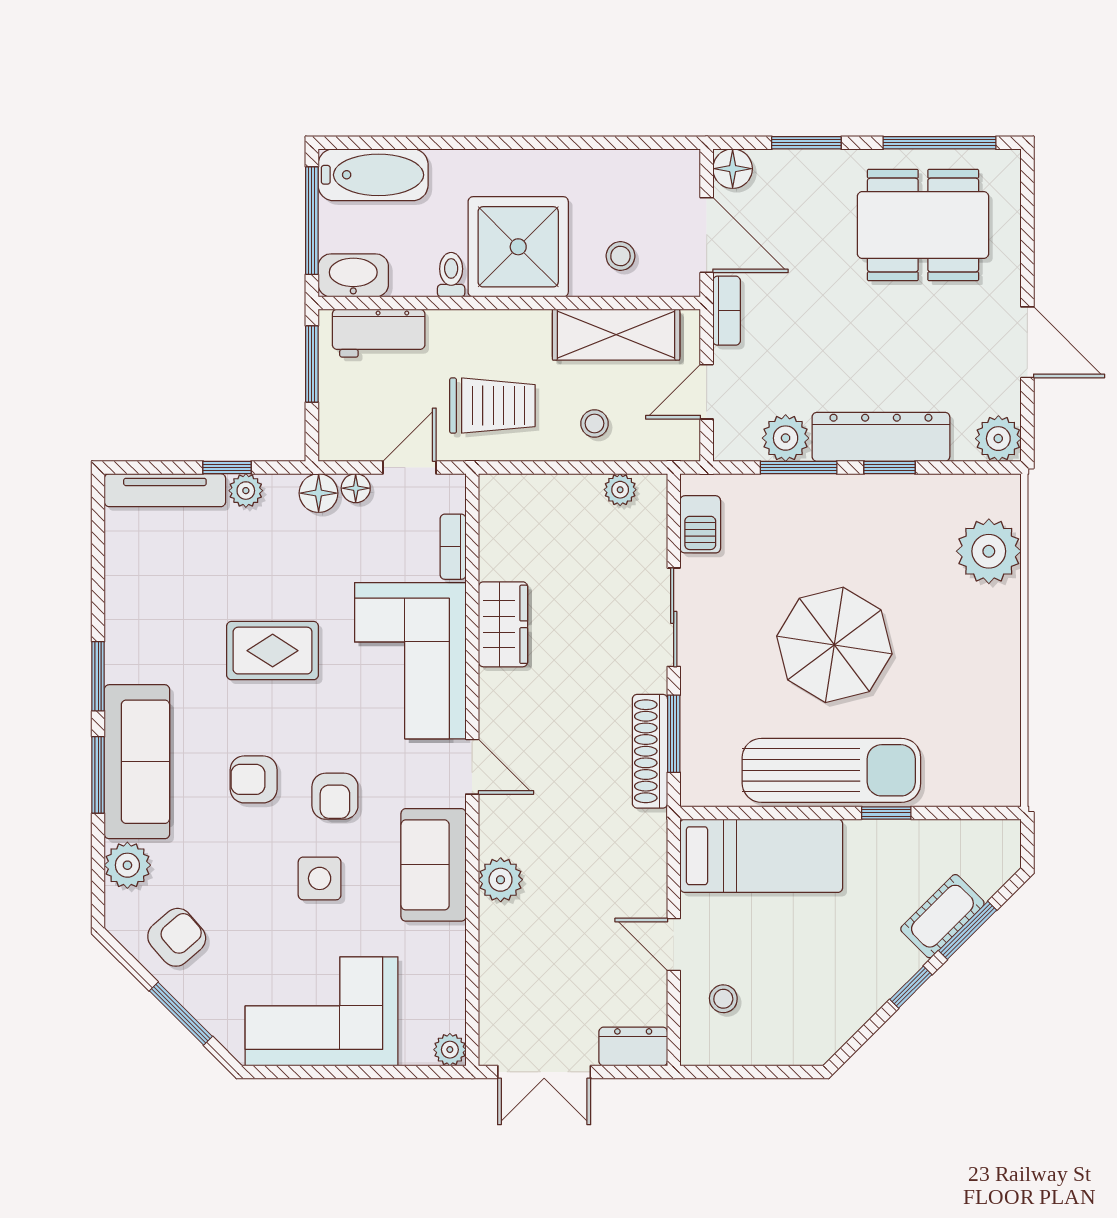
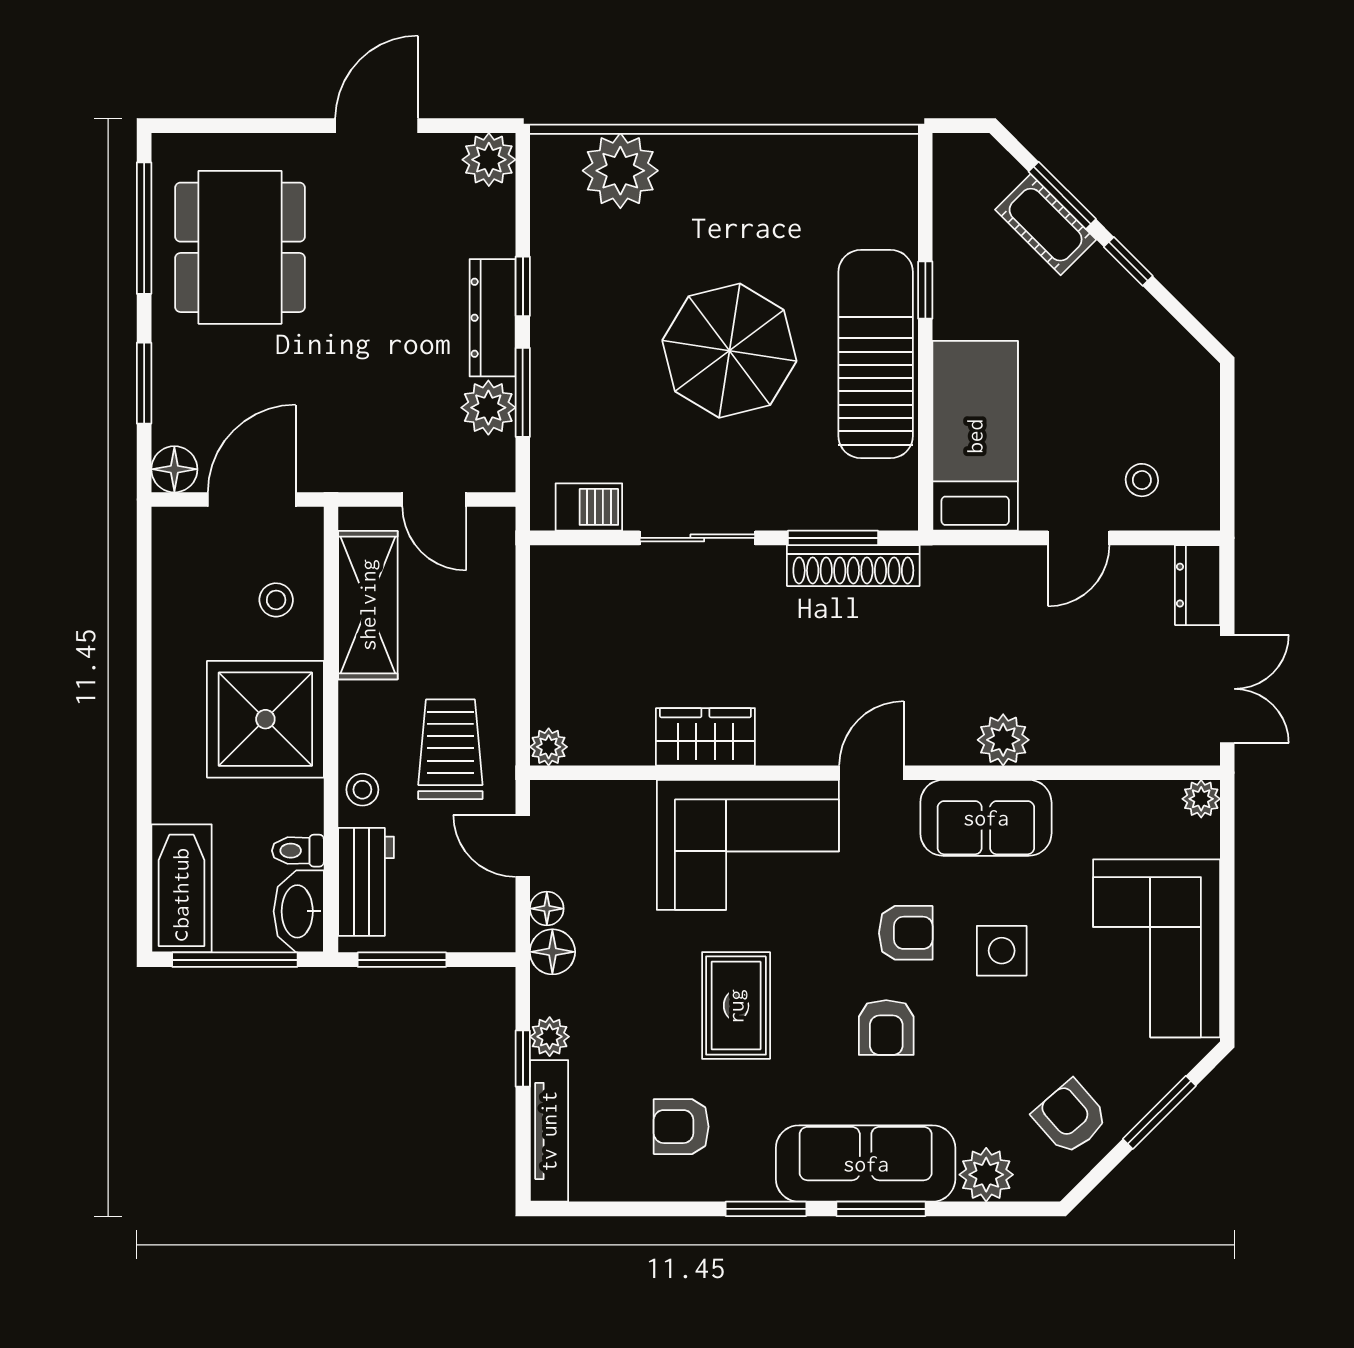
toilet: (451, 275) -> (298, 851), moved
bookcase: (727, 311) -> (340, 476), removed
stool: (595, 423) -> (362, 790), moved
dresser: (881, 437) -> (493, 318), width x0.73, depth x0.80
plant: (620, 490) -> (549, 747), moved
bookcase: (453, 547) -> (615, 795), removed
armchair: (169, 604) -> (681, 1127), added

